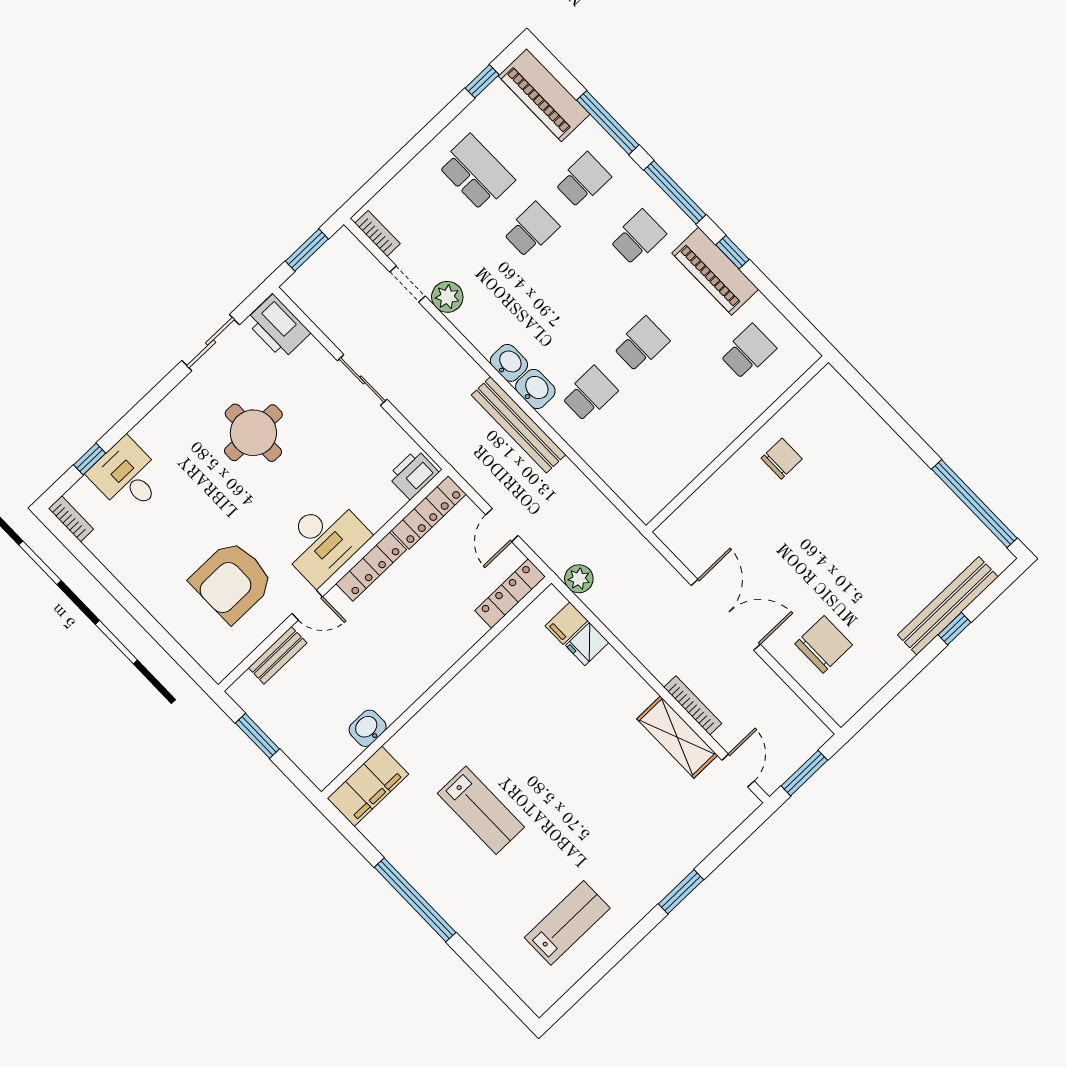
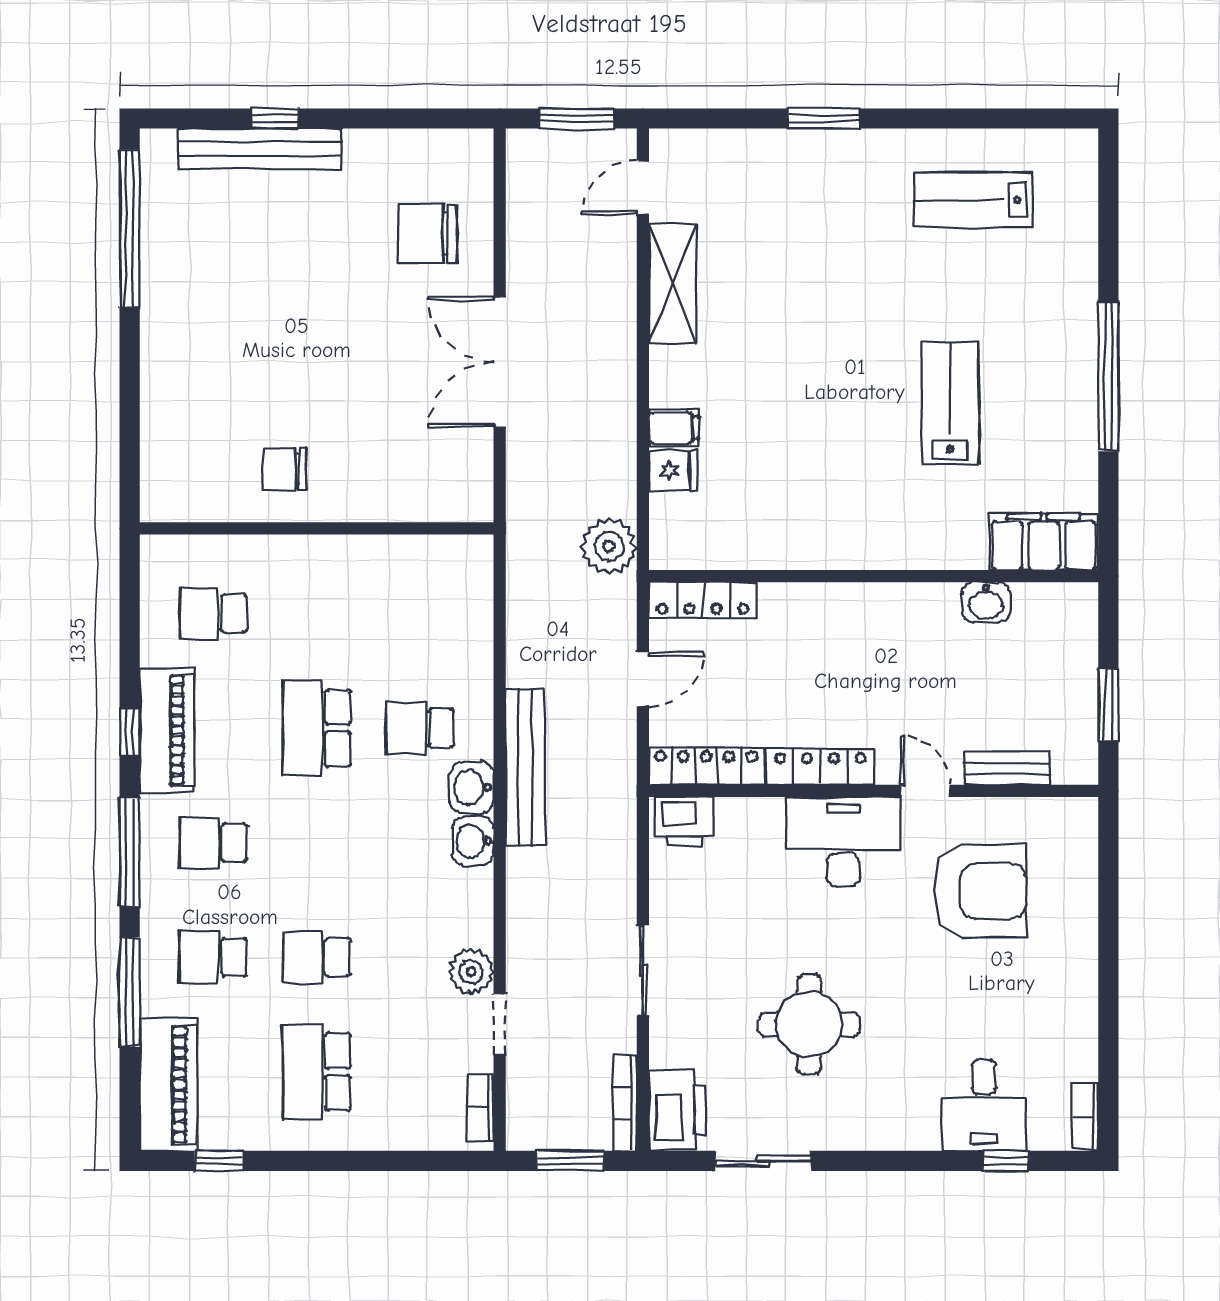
school desk: (641, 344) -> (317, 728), width x1.85
plant: (579, 579) -> (609, 546), width x1.36, depth x1.36
filing cabinet: (566, 623) -> (674, 428), moved
bookcase: (693, 705) -> (625, 1103), moved

